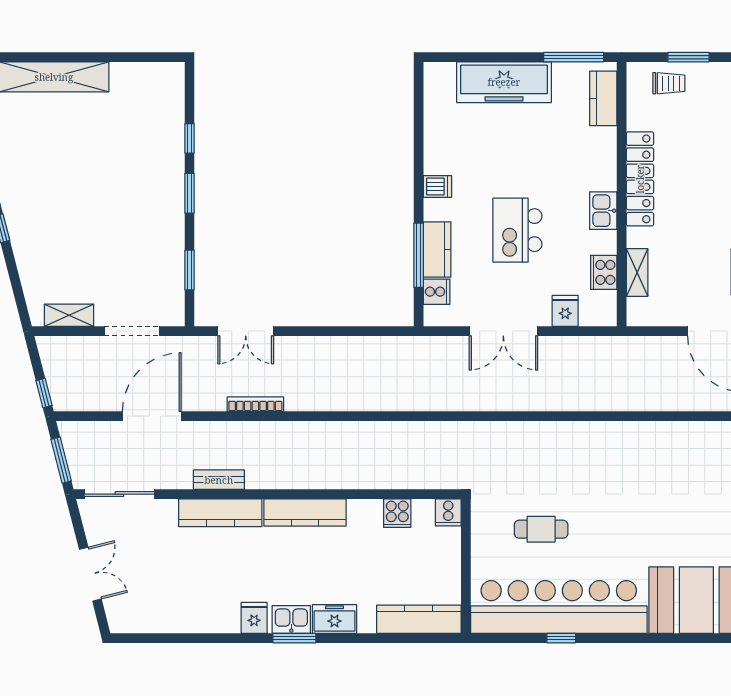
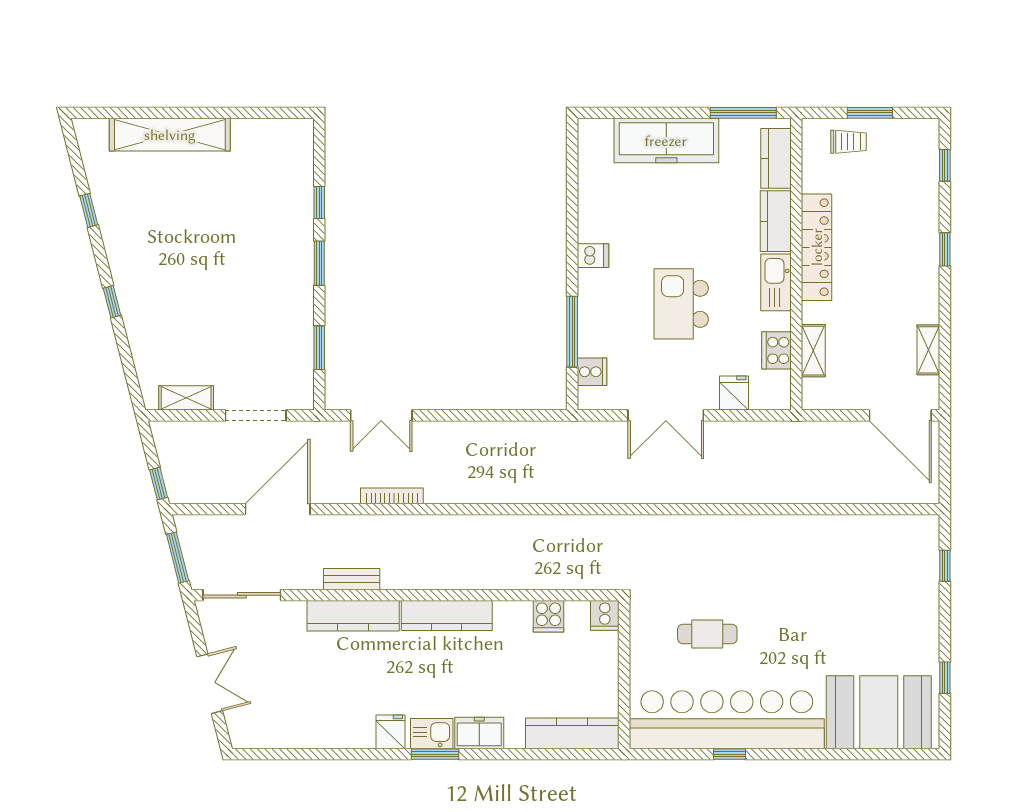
kitchen sink: (603, 211) -> (776, 282), width x1.38
kitchen counter: (437, 249) -> (776, 221), moved, turned 180

